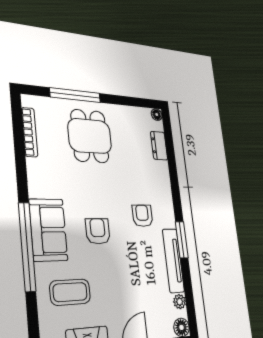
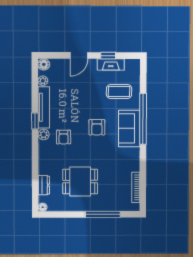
dining table: (90, 136) -> (80, 182), moved, turned 90
plant: (168, 220) -> (44, 135), added
window: (182, 240) -> (35, 121), width x0.67

